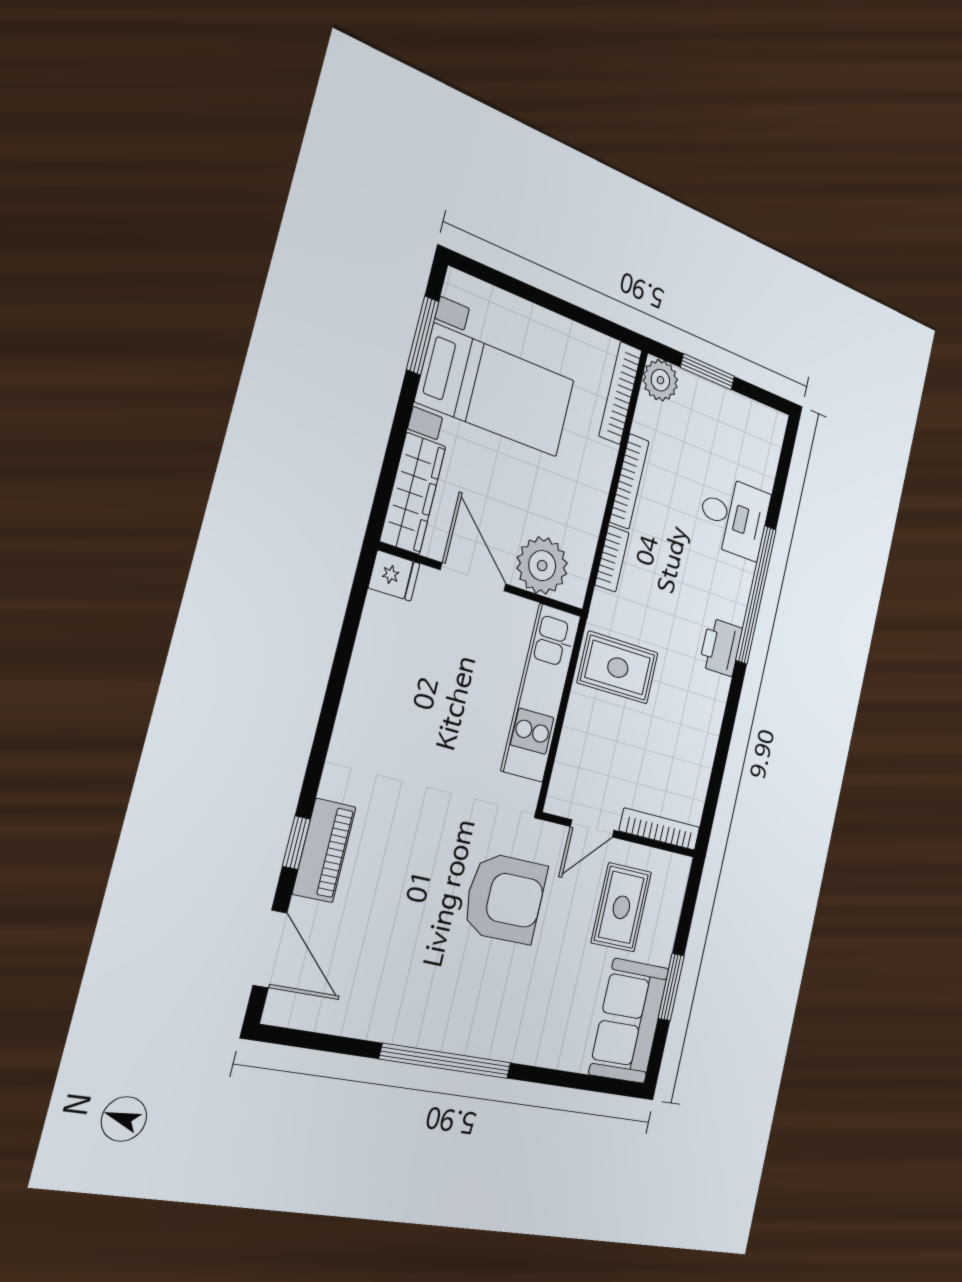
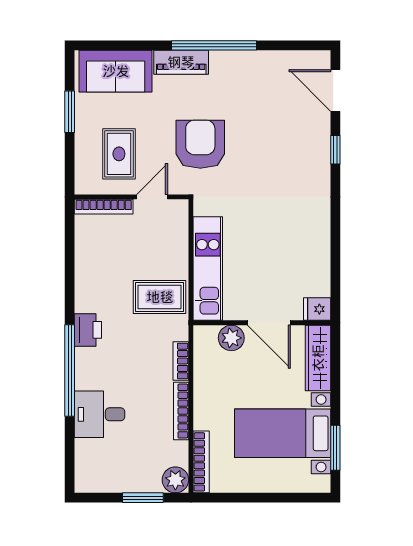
plant: (542, 566) -> (231, 338), width x0.73, depth x0.73
piano: (324, 850) -> (181, 62), moved, turned -90
armchair: (505, 898) -> (200, 144), turned 90
sofa: (629, 1021) -> (116, 71), moved, turned 90

